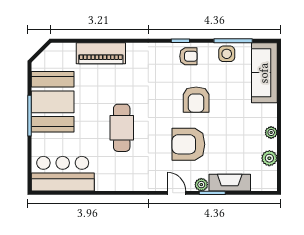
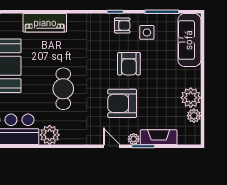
side table: (227, 54) -> (147, 32), moved
plant: (271, 133) -> (191, 98), width x1.87, depth x1.87
plant: (106, 180) -> (50, 135), added

